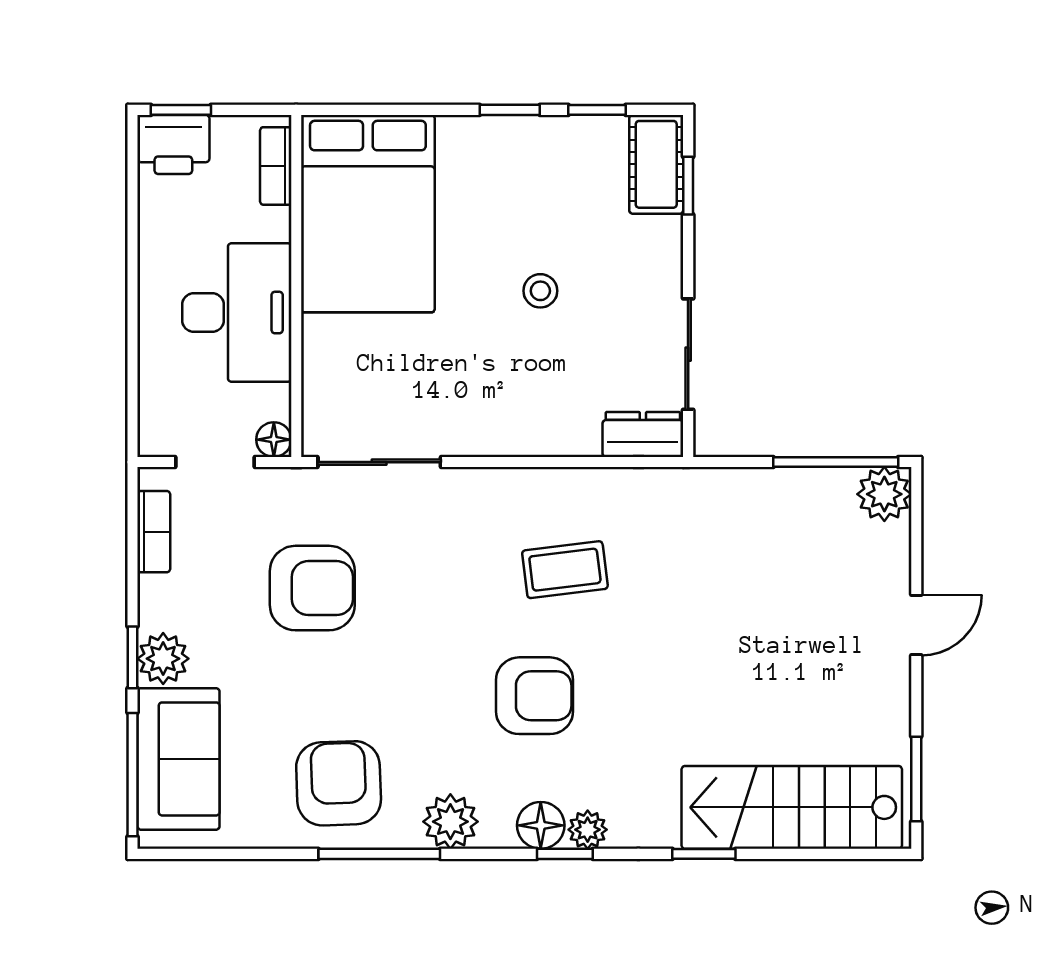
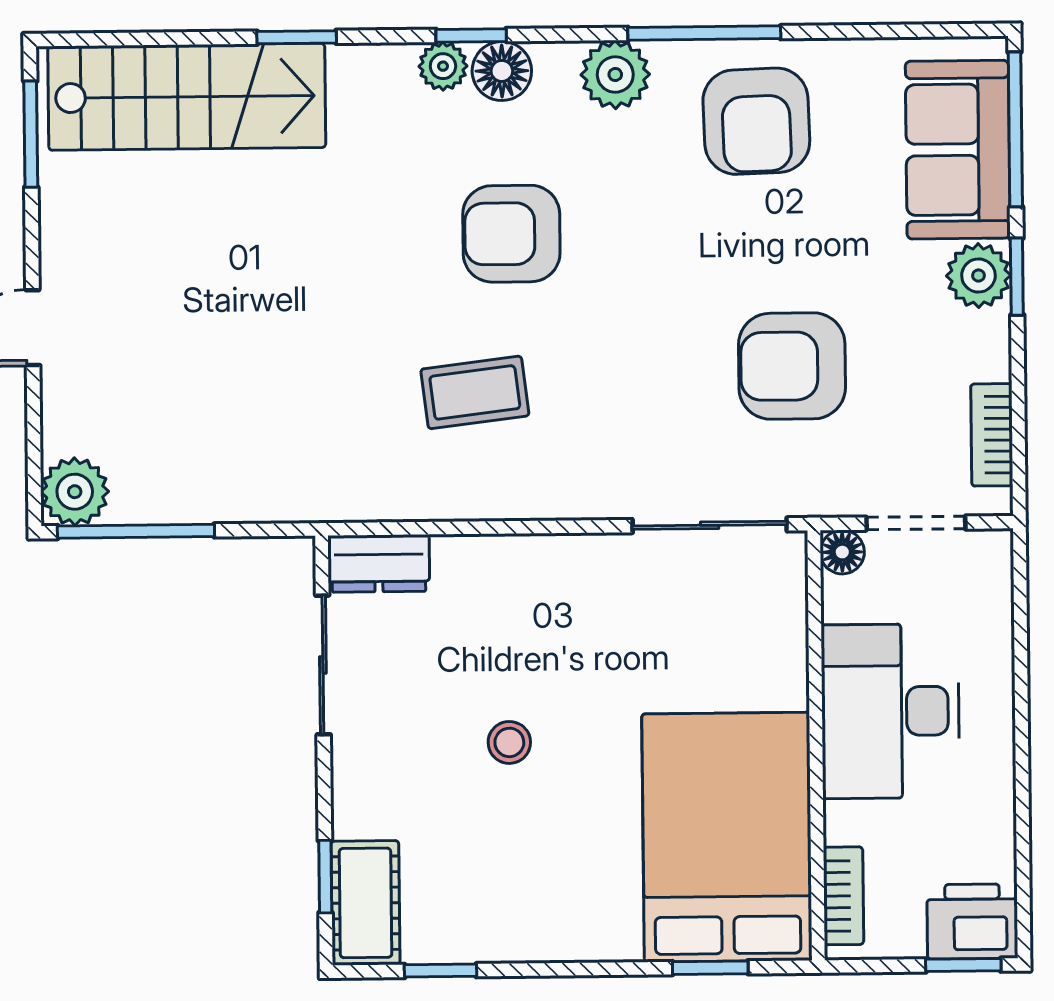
window: (510, 110) -> (710, 968), moved

